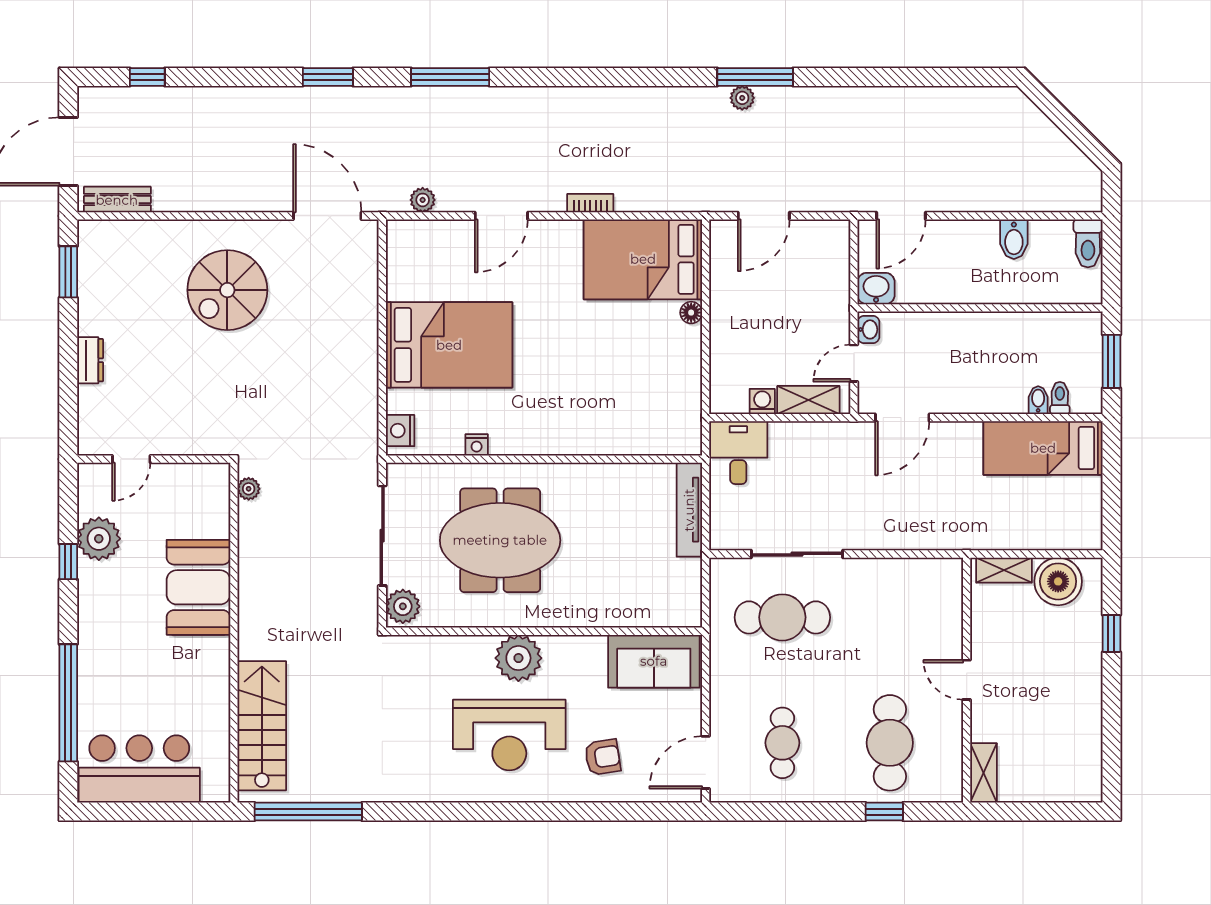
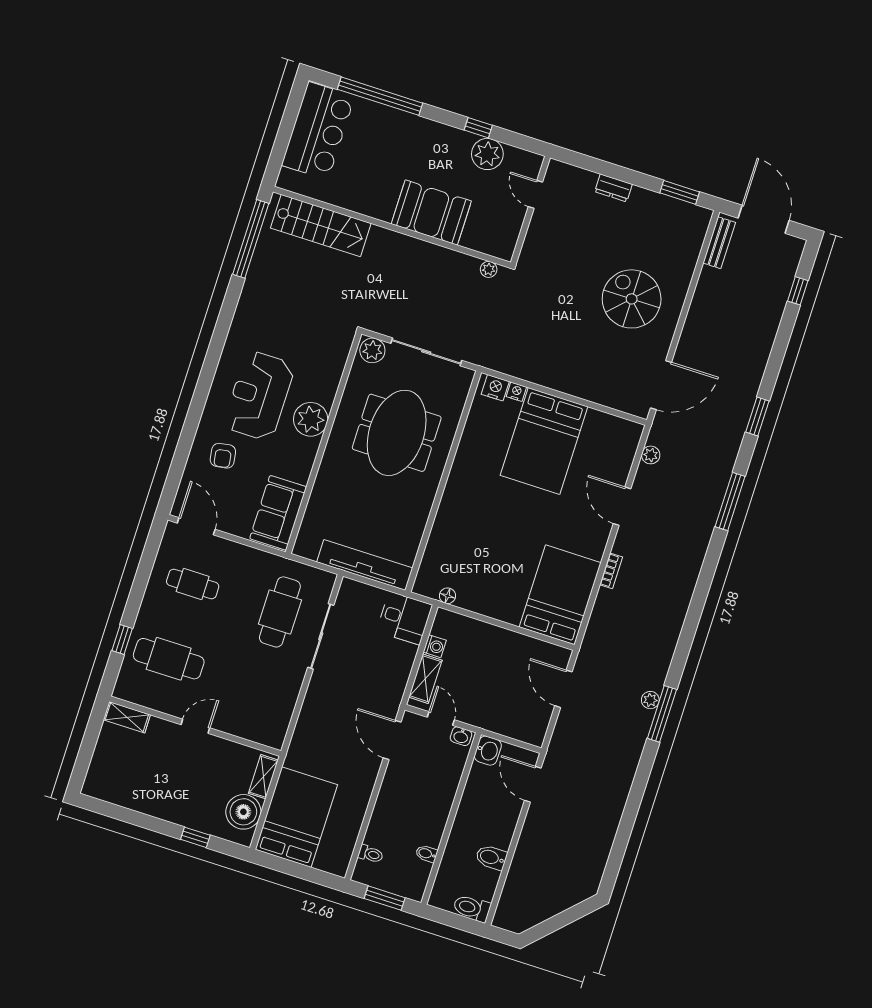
floor lamp: (691, 313) -> (448, 596), moved
bidet: (1038, 400) -> (427, 854), moved, turned 180
nightstand: (477, 445) -> (516, 392), moved, turned 90
bed: (1043, 448) -> (296, 817), moved, width x1.50
tv unit: (689, 510) -> (365, 565), width x1.36, depth x1.29

